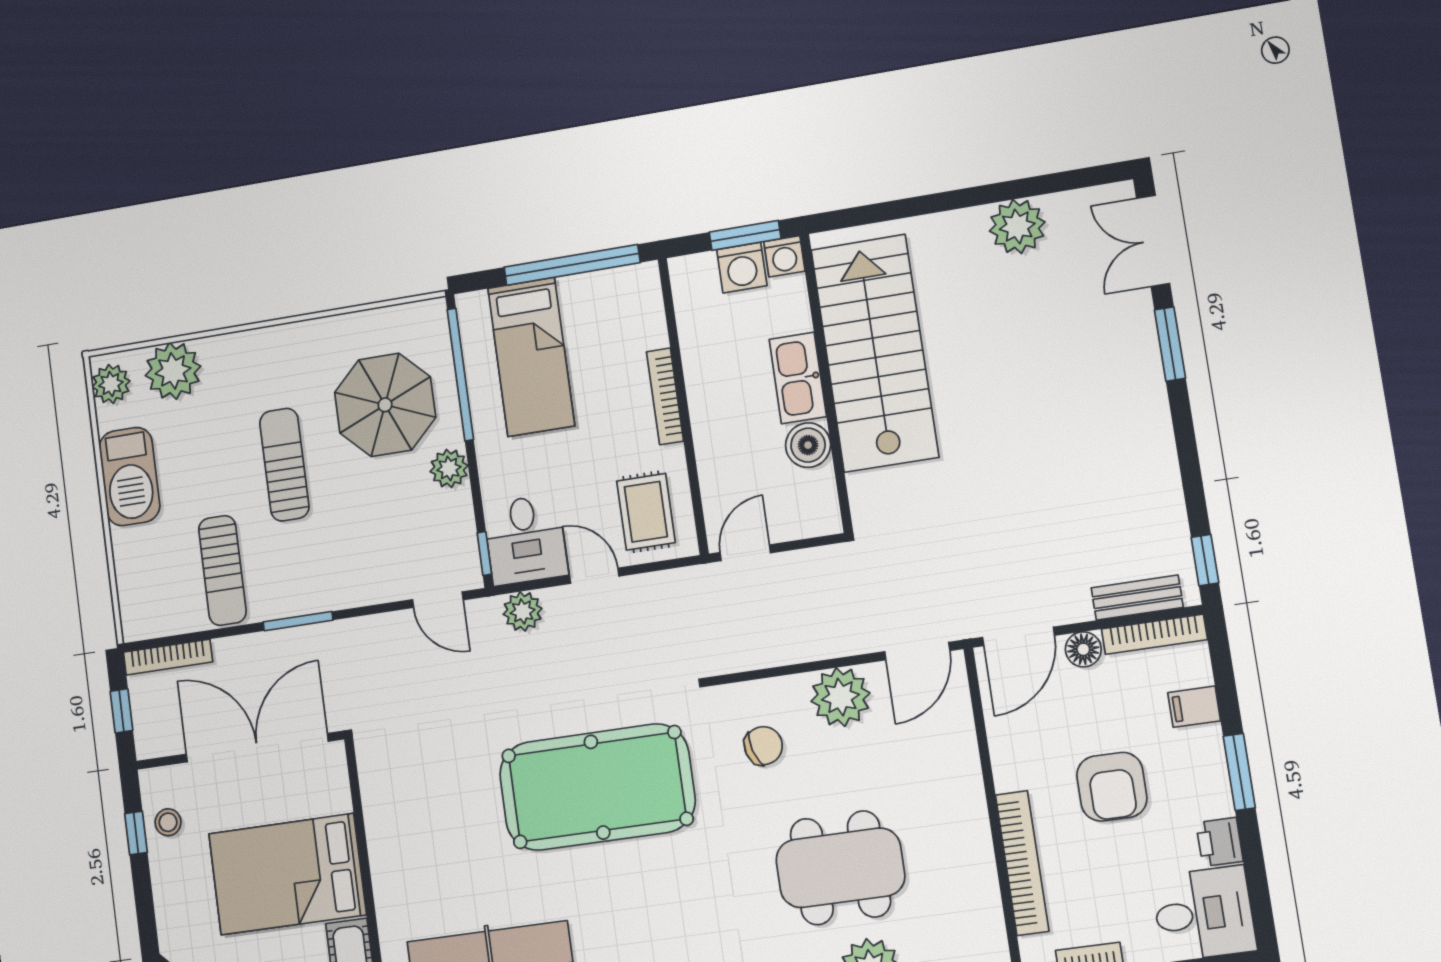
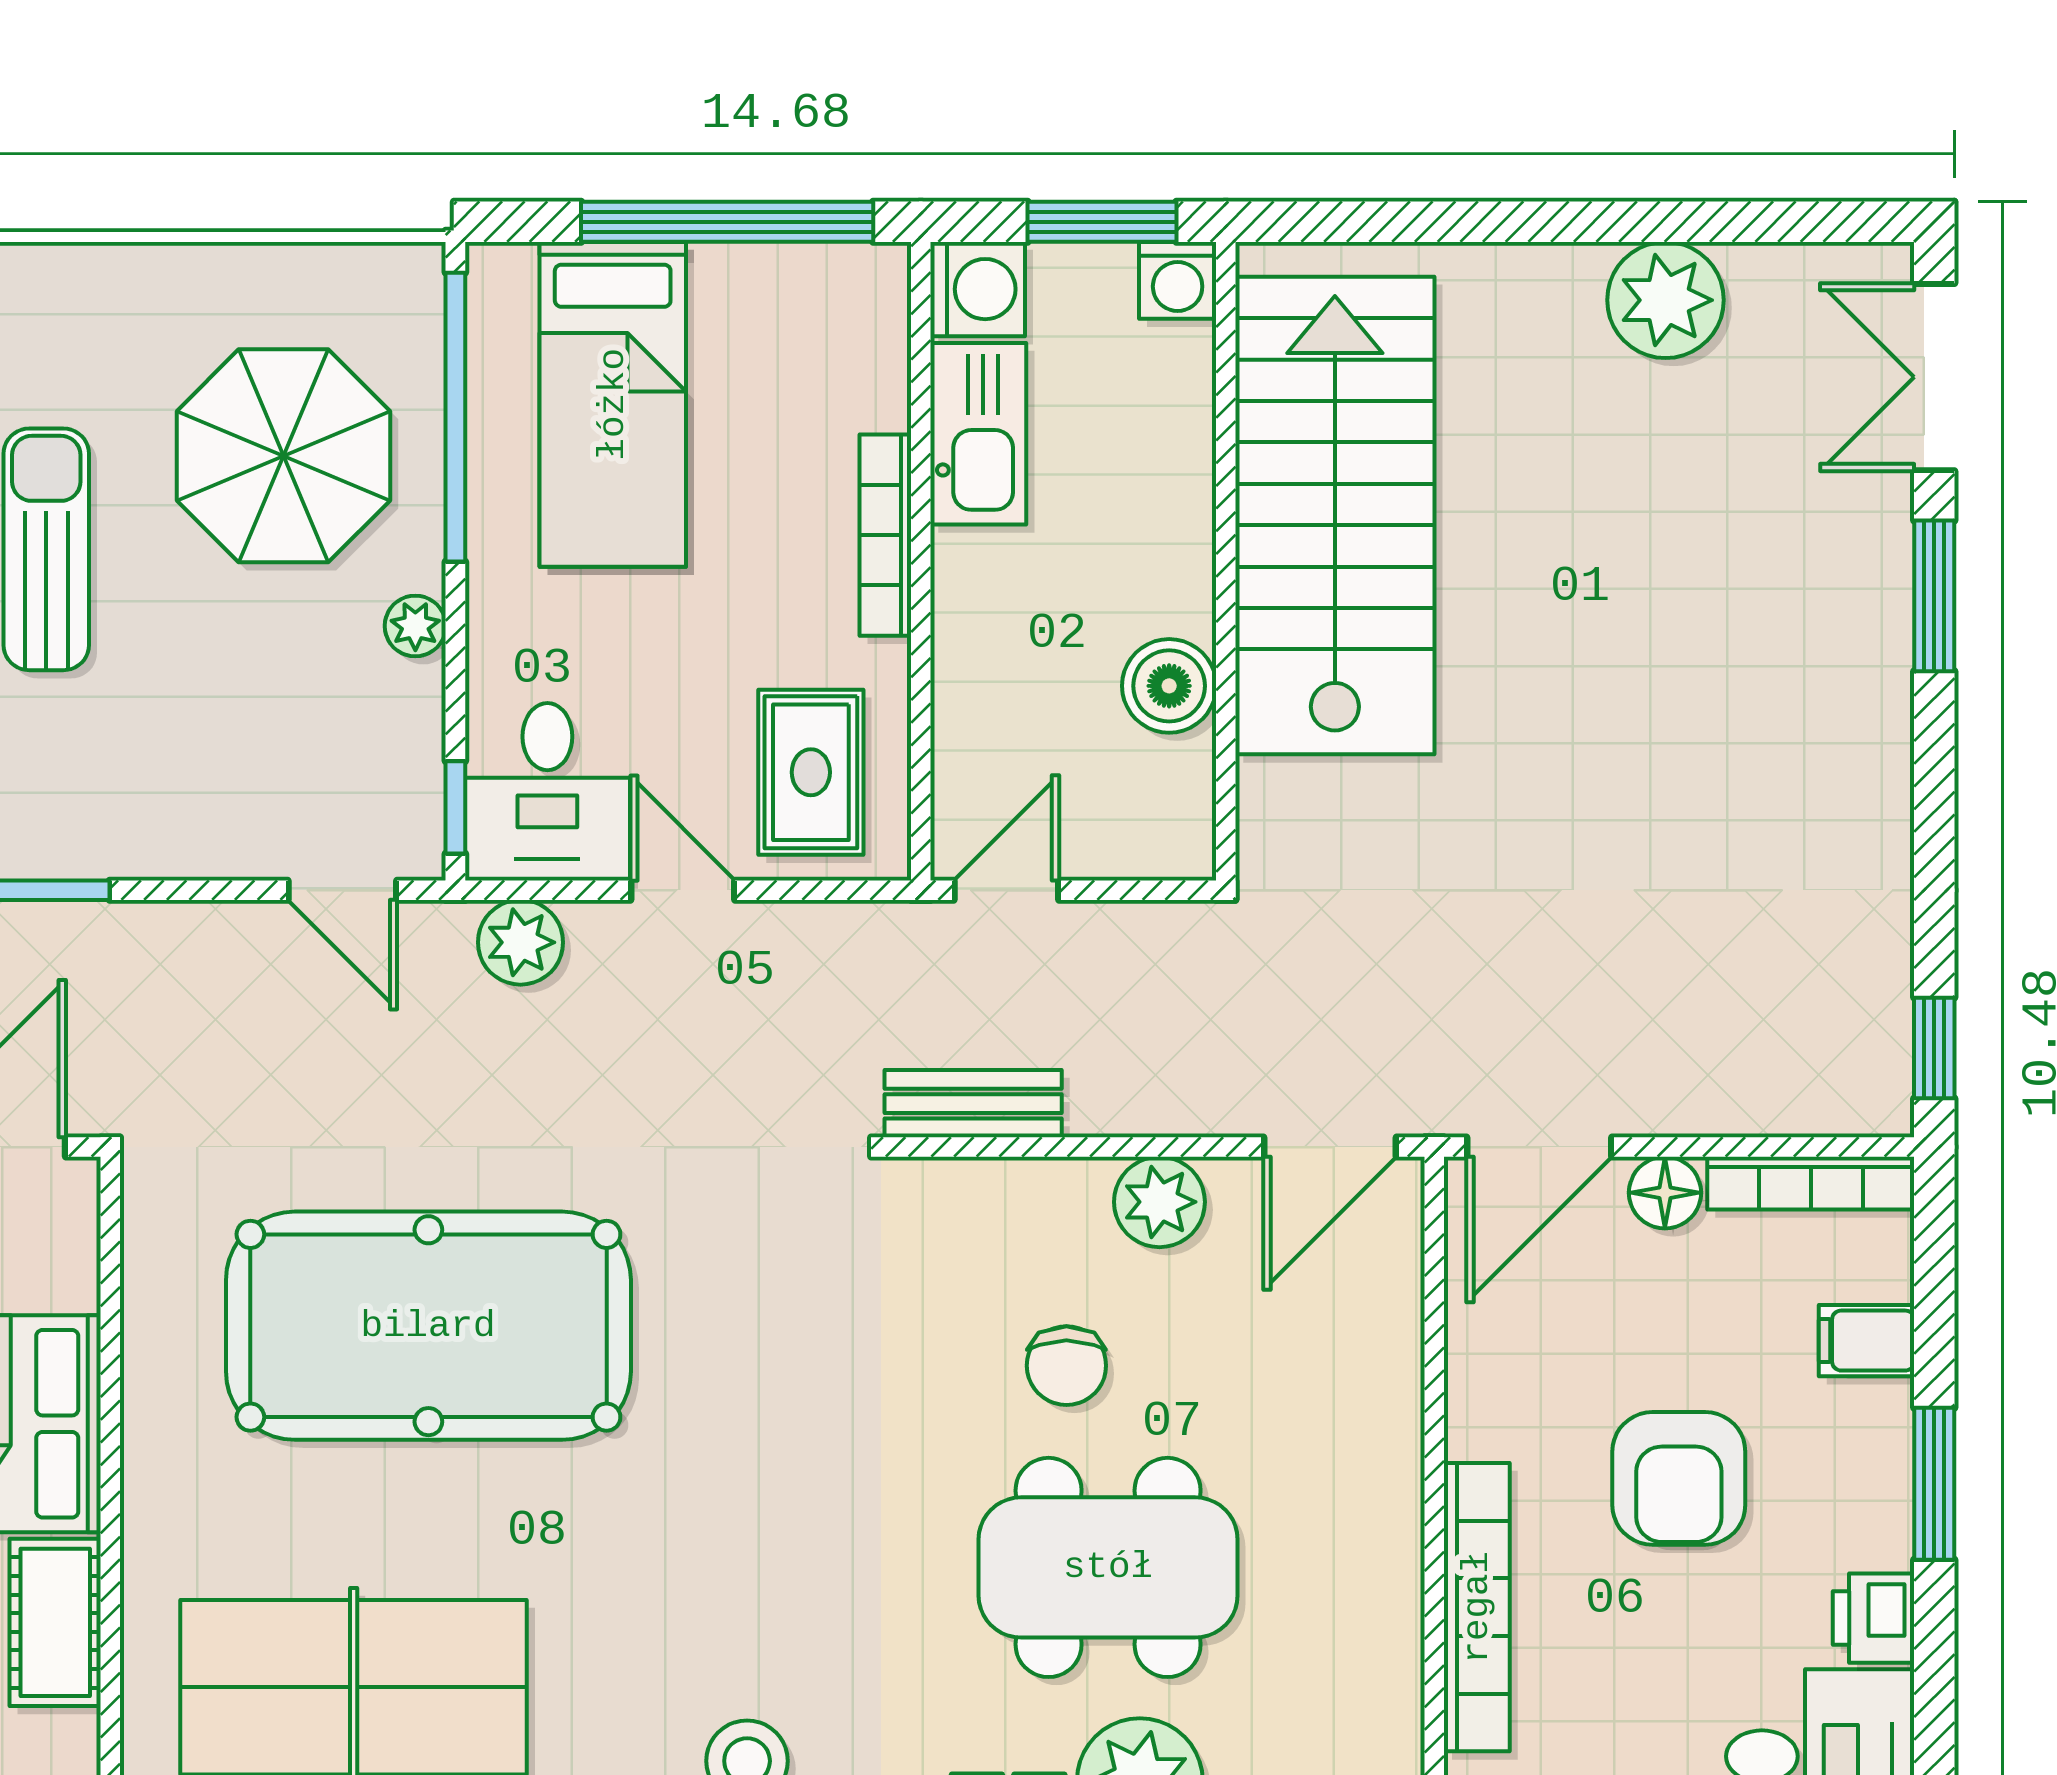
washing machine: (742, 268) -> (978, 289), moved, turned -90
kitchen sink: (798, 378) -> (978, 434), moved, turned 180
plant: (449, 468) -> (415, 626), width x0.73, depth x0.73
bench: (1137, 598) -> (973, 1104), moved
plant: (840, 697) -> (1159, 1202), width x0.73, depth x0.73
chair: (763, 746) -> (1066, 1366), moved, turned 106
pool table: (597, 787) -> (428, 1326), moved

